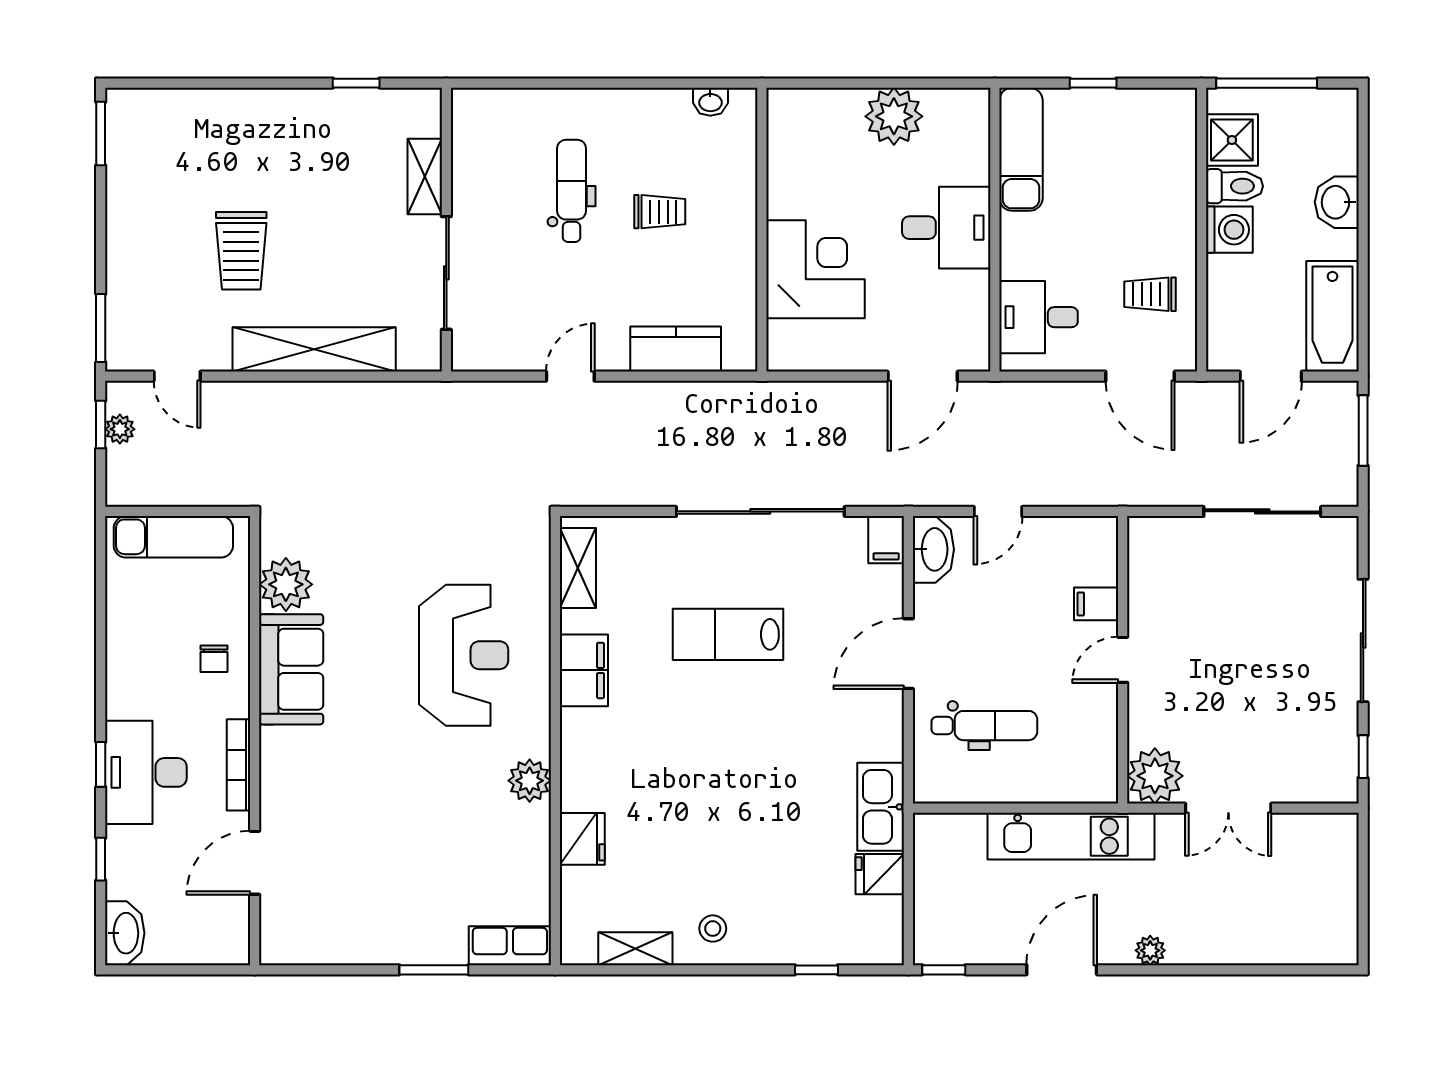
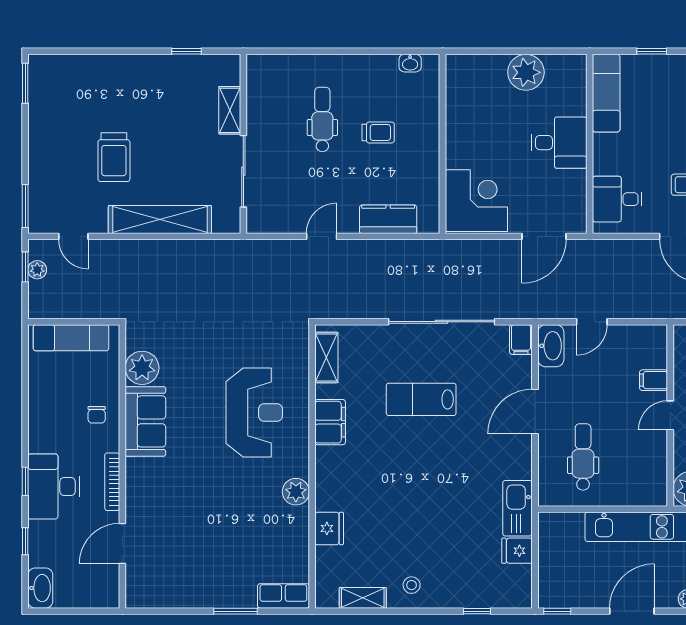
corner desk: (816, 269) -> (476, 201), moved
dental chair: (984, 726) -> (583, 457), turned -90

